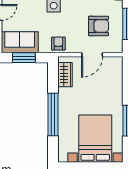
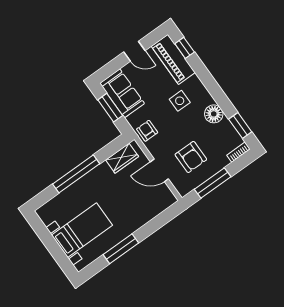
armchair: (58, 43) -> (147, 131), turned -90
bed with nightstands: (95, 139) -> (82, 230), width x0.73

